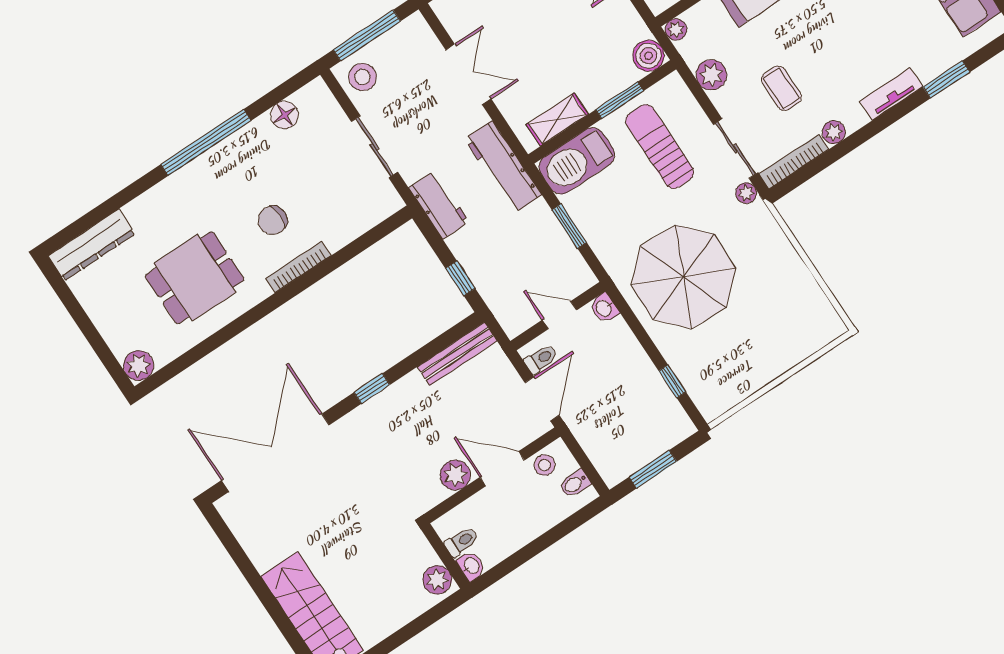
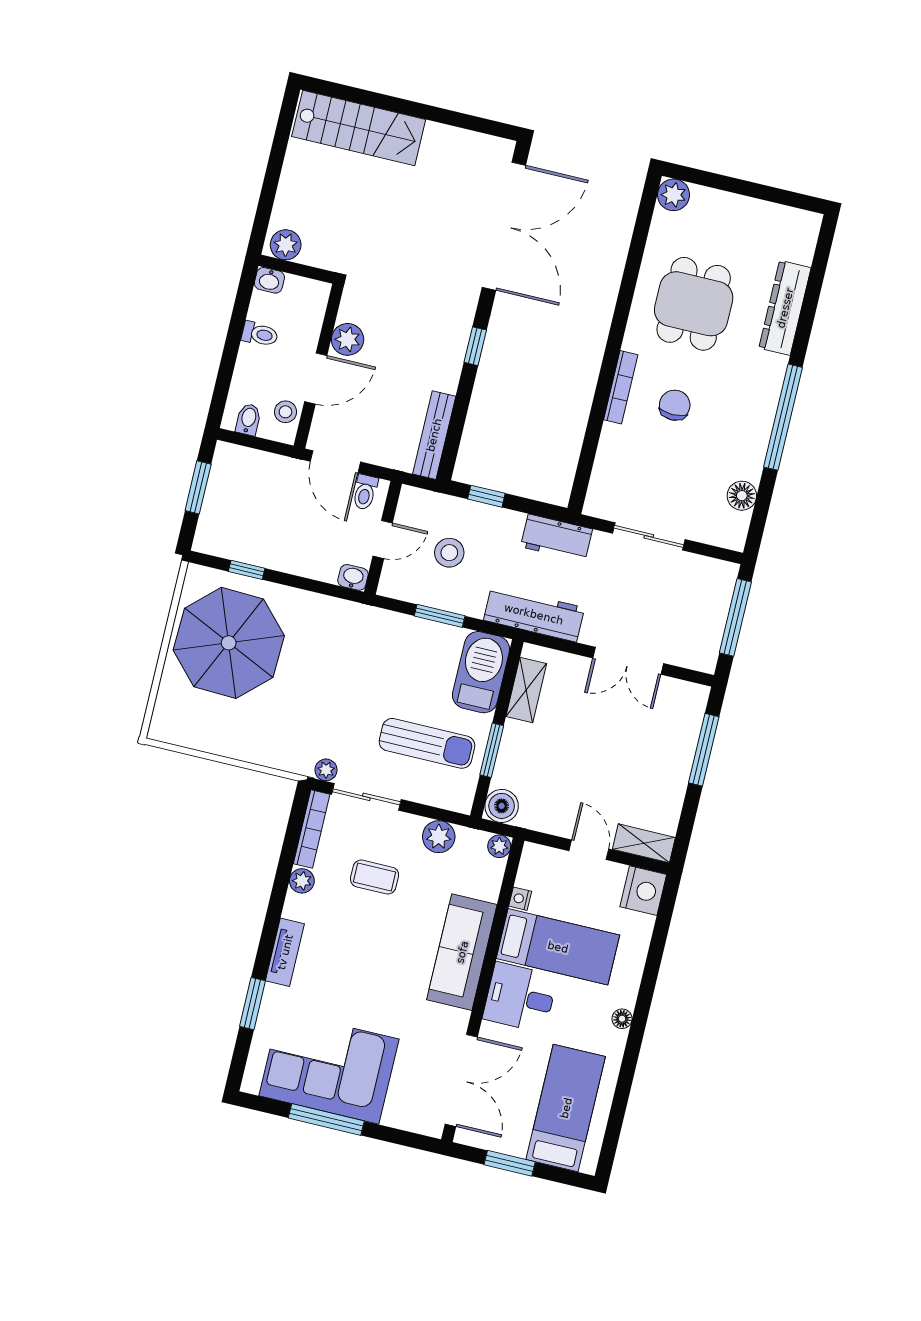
stool: (362, 77) -> (449, 553), moved
dresser: (92, 245) -> (785, 308), moved
parasol: (683, 277) -> (229, 643), moved
toilet: (462, 542) -> (260, 334), moved, turned -90

